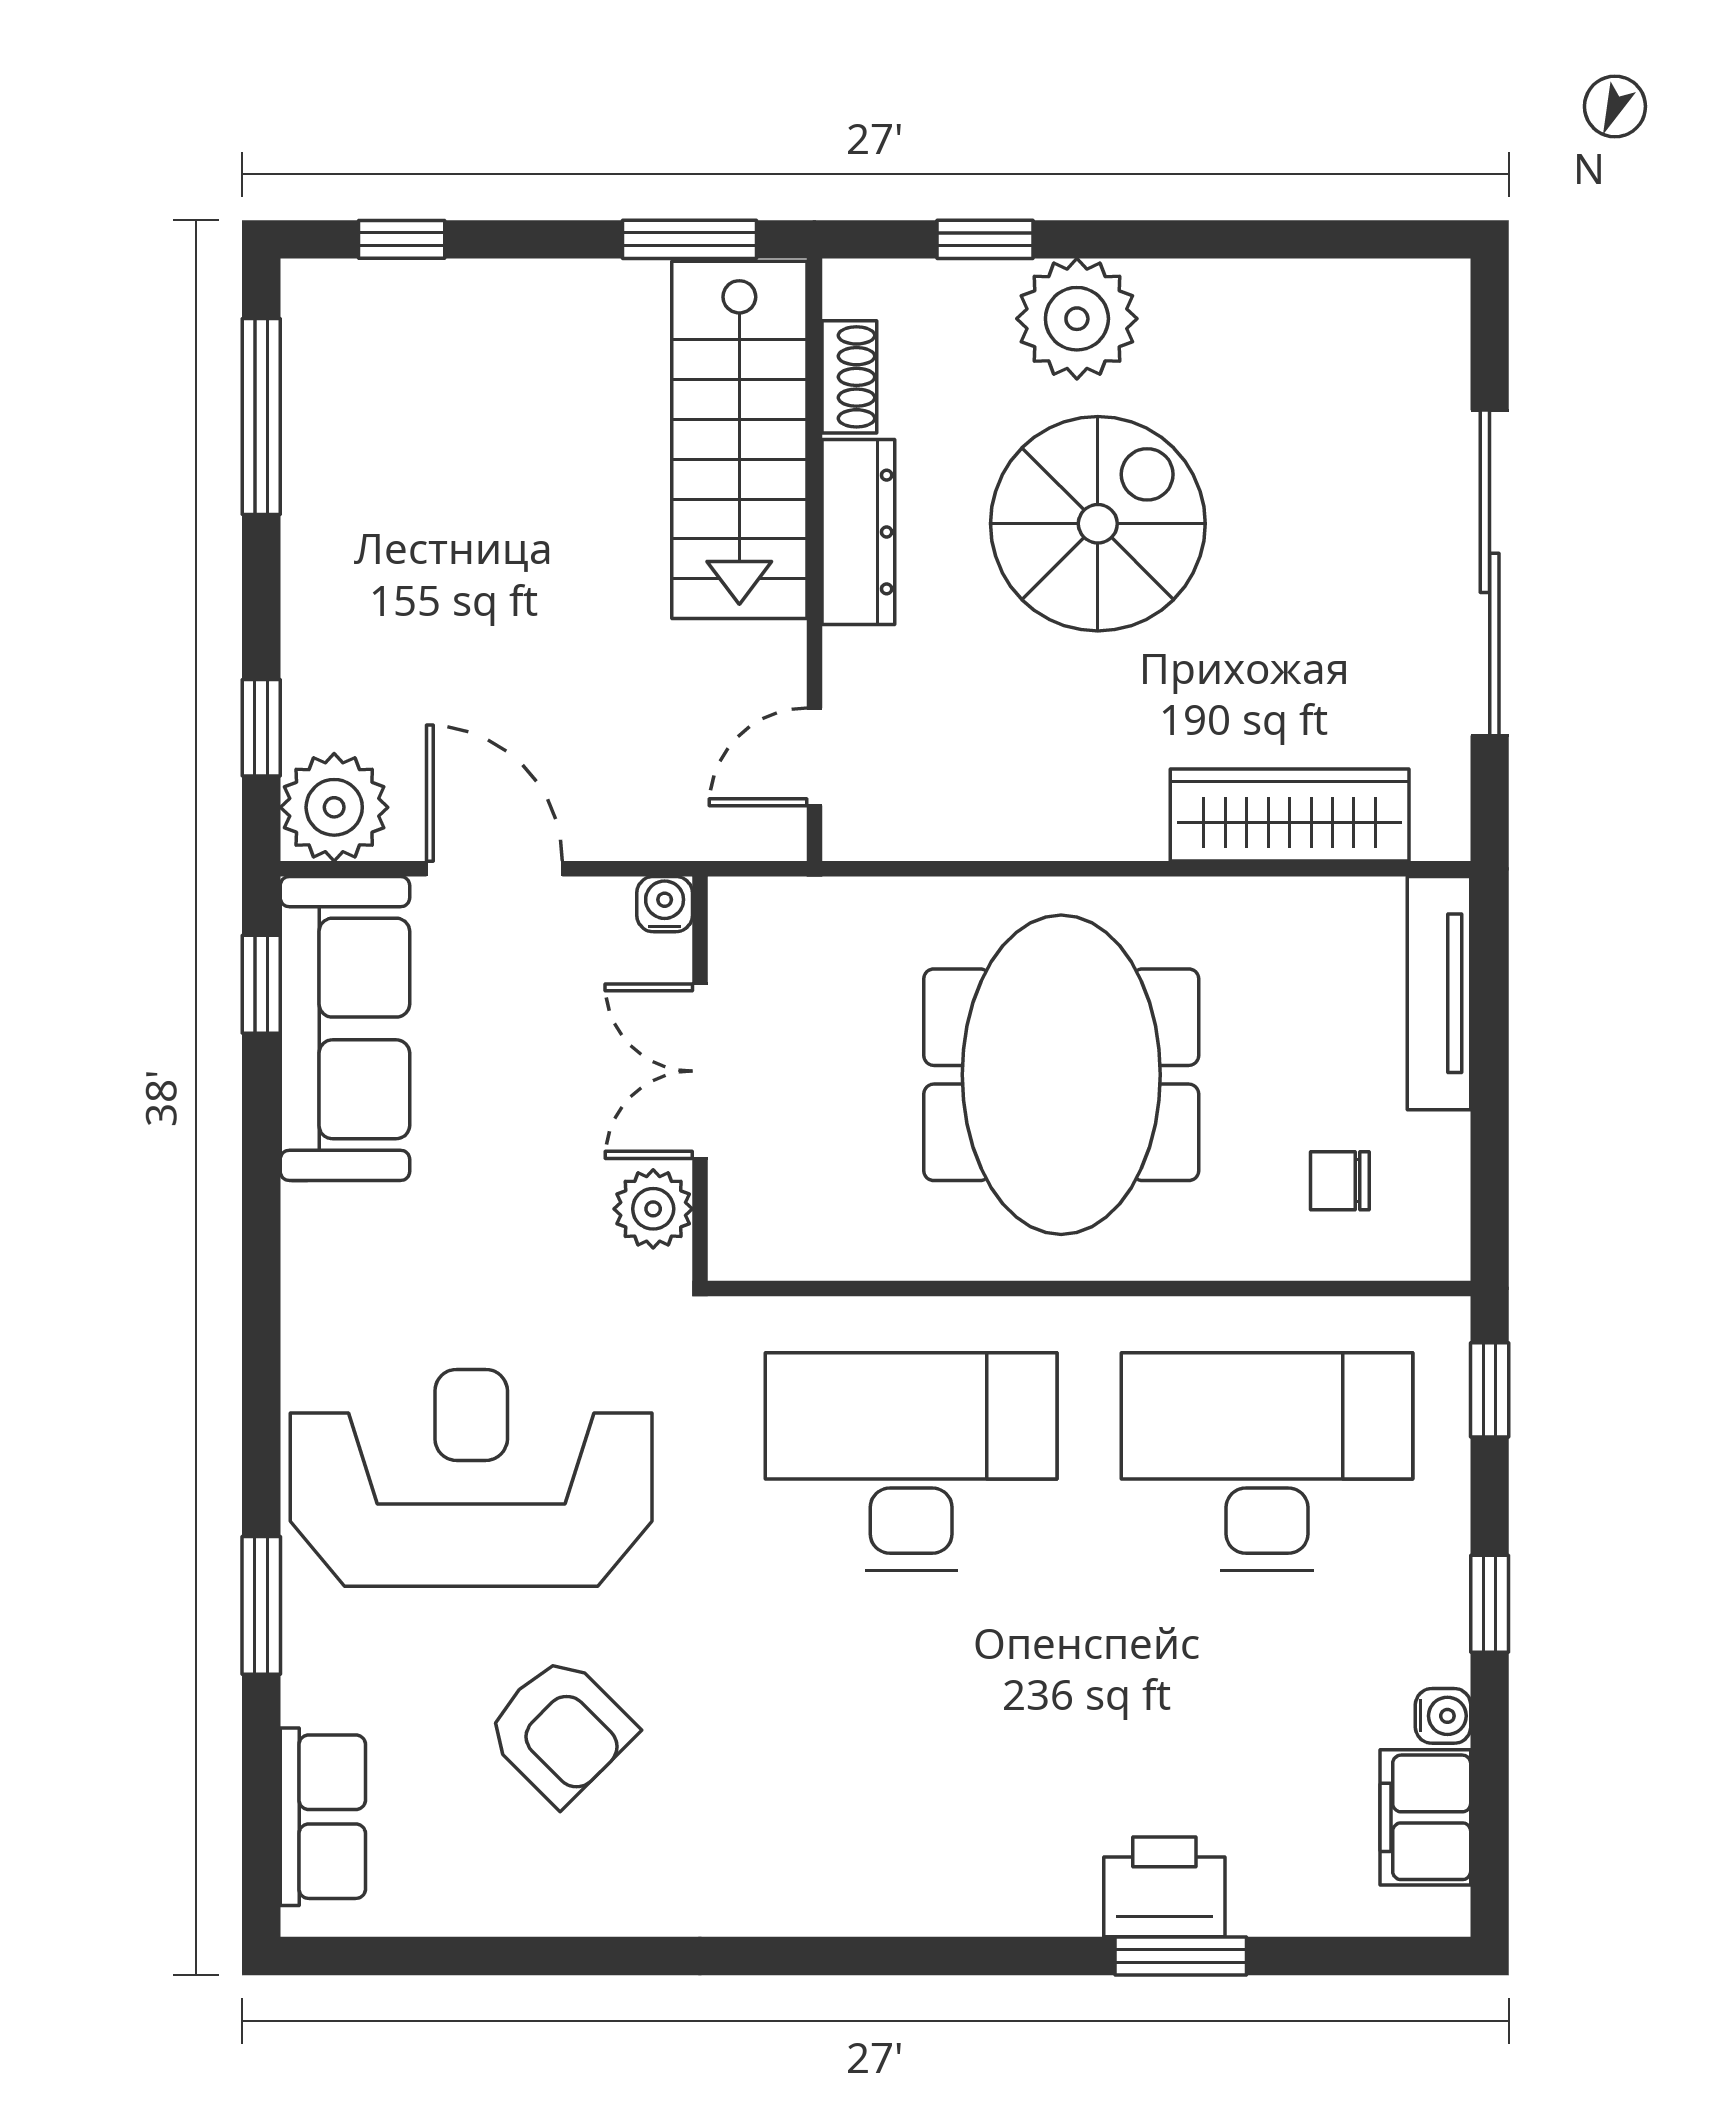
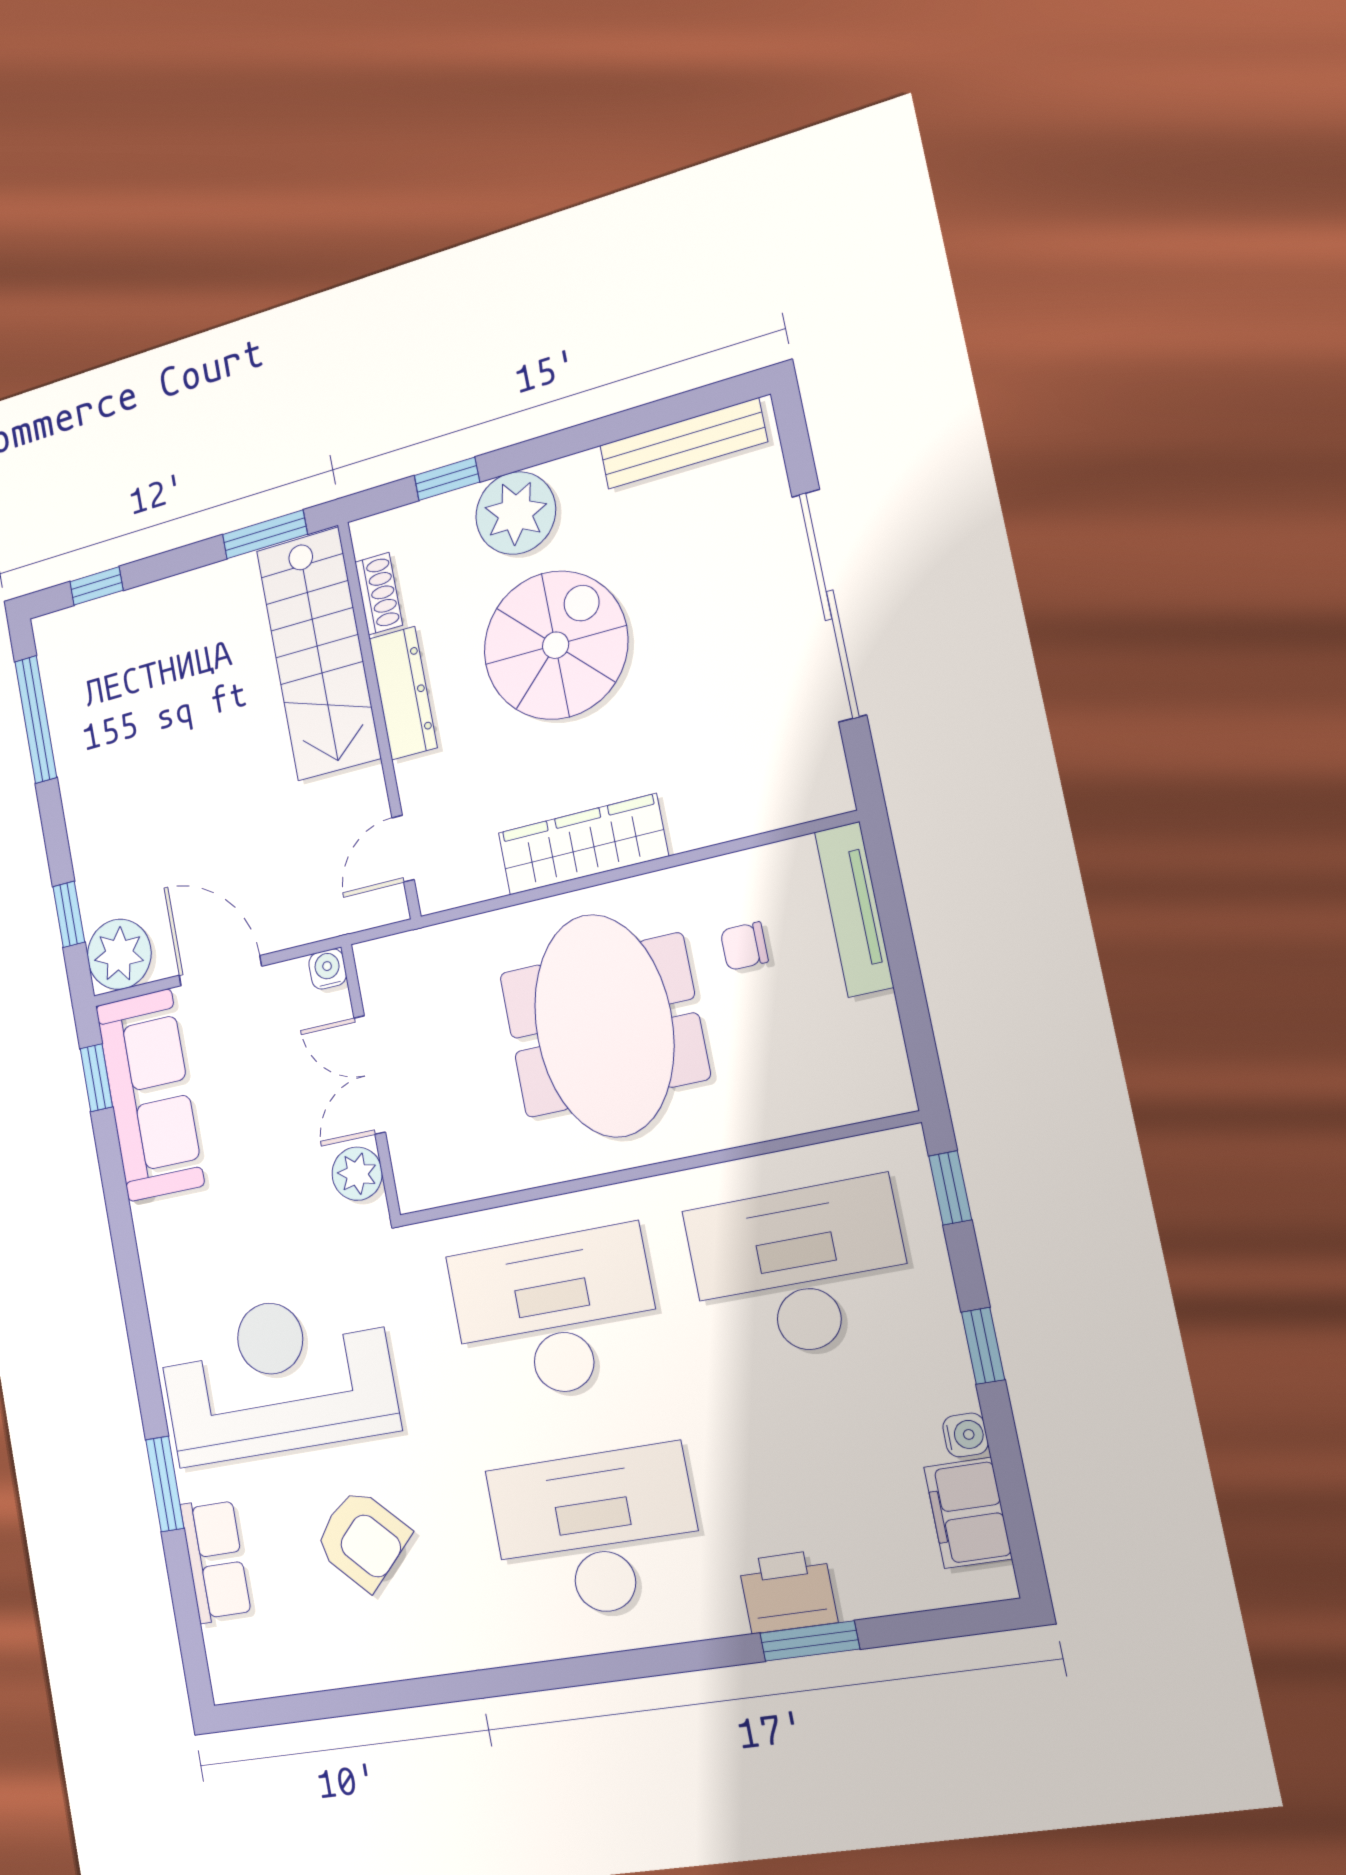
bench: (1335, 291) -> (683, 444), added
wardrobe: (1290, 815) -> (583, 844), moved
chair: (1340, 1181) -> (744, 946), moved
desk: (911, 1771) -> (596, 1533), added
row of seats: (323, 1817) -> (216, 1560), moved

